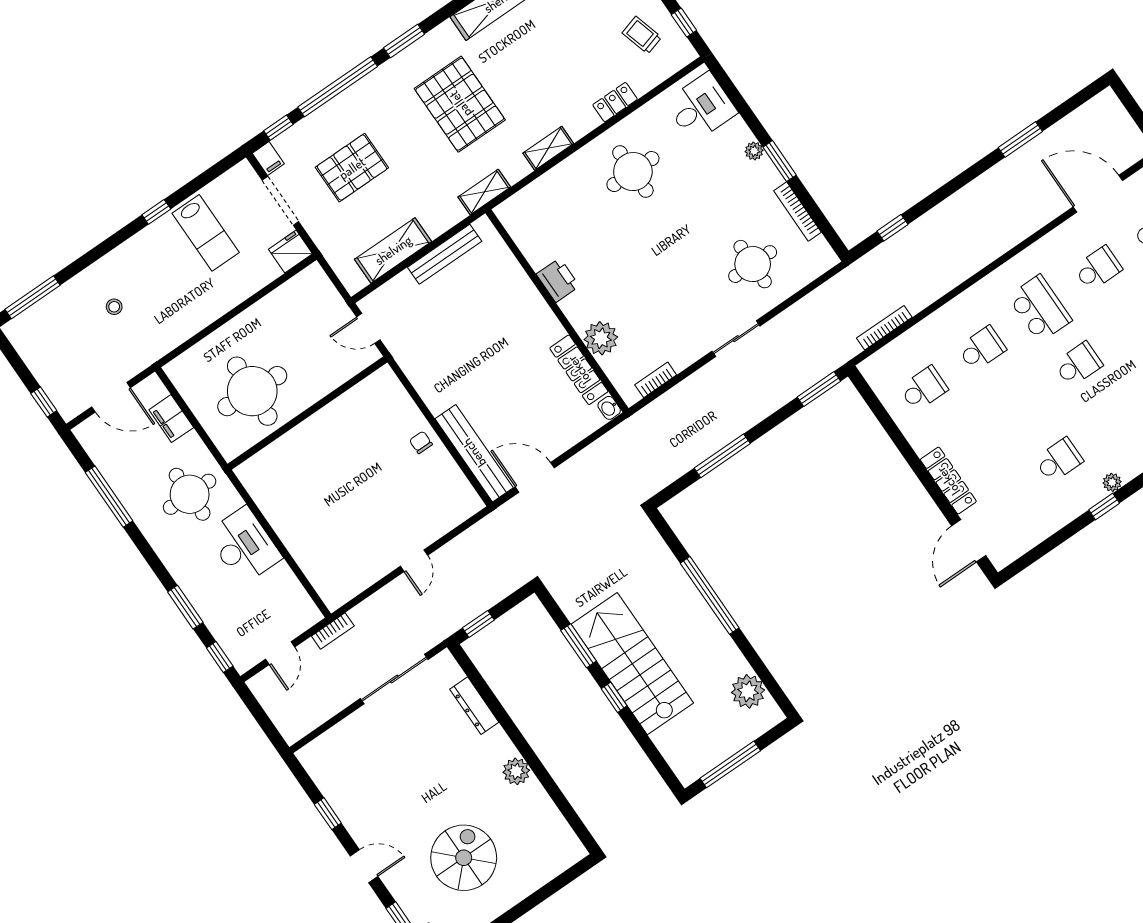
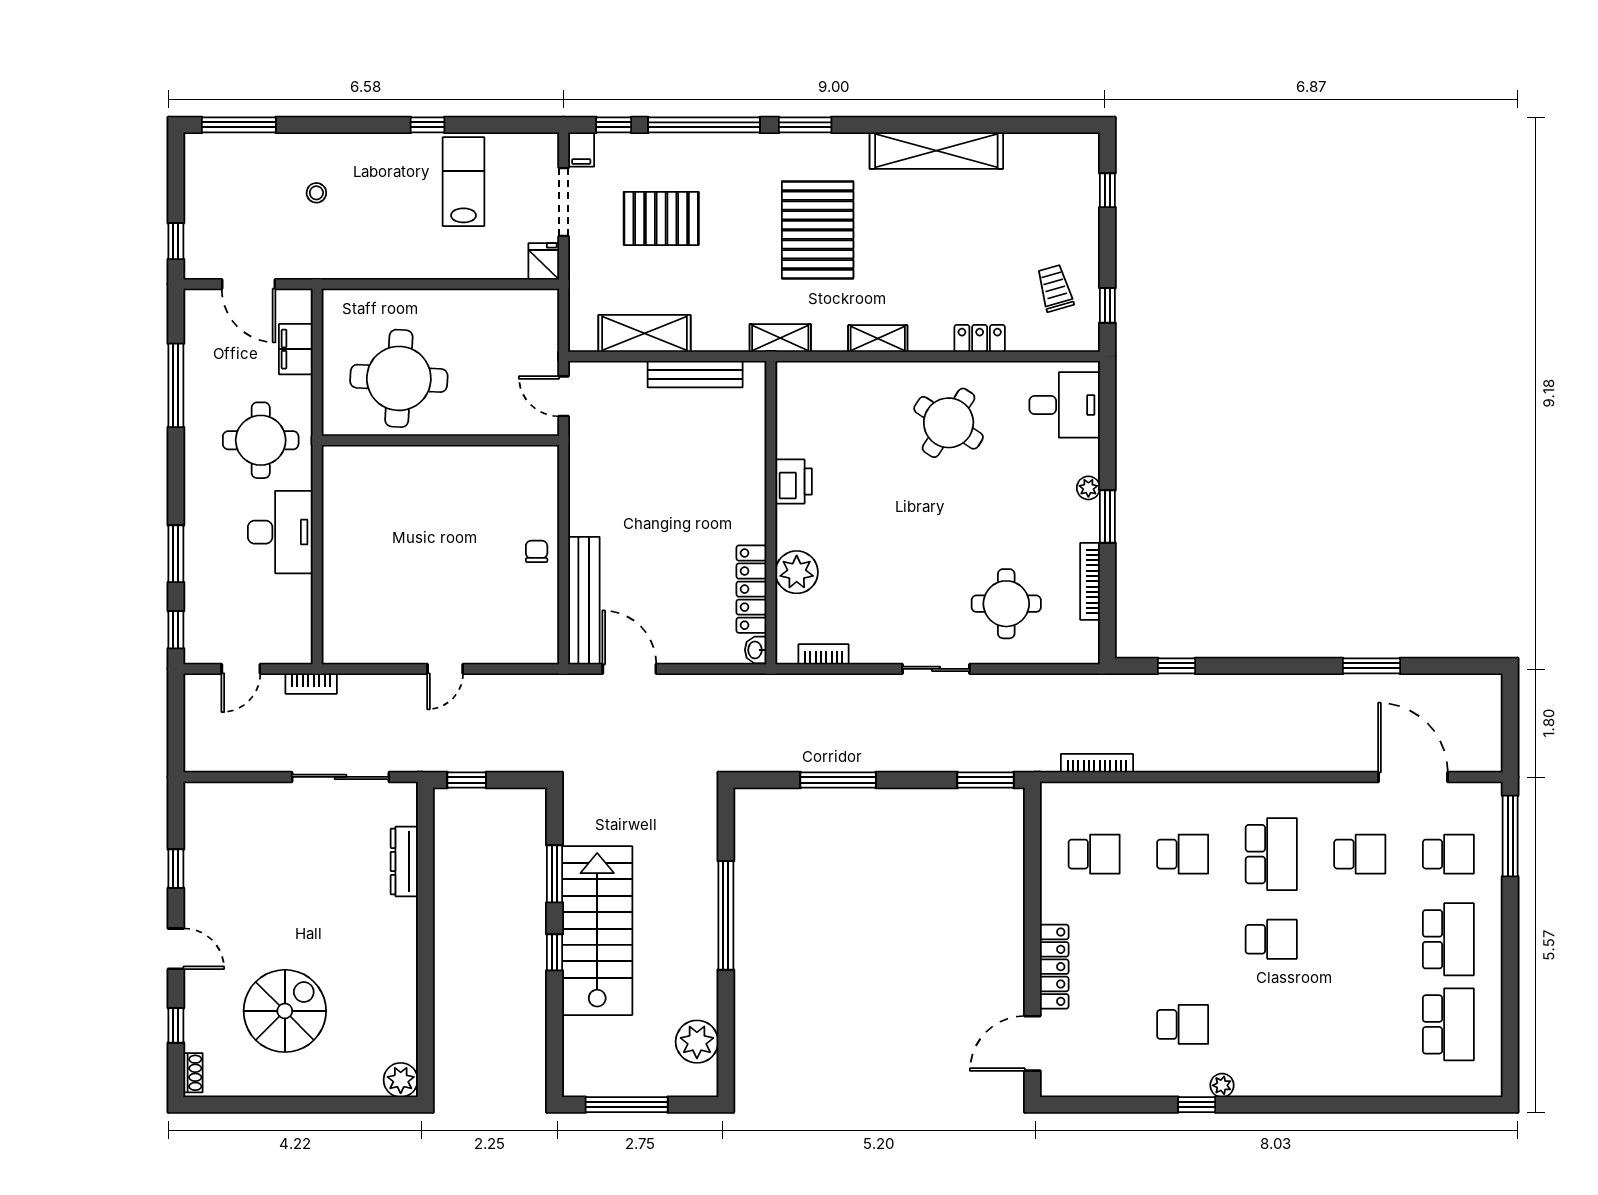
round table: (633, 172) -> (949, 423), turned 33
lab bench: (206, 233) -> (464, 182), turned 180
fridge: (290, 252) -> (544, 261), width x0.72
plant: (516, 771) -> (401, 1080), moved

